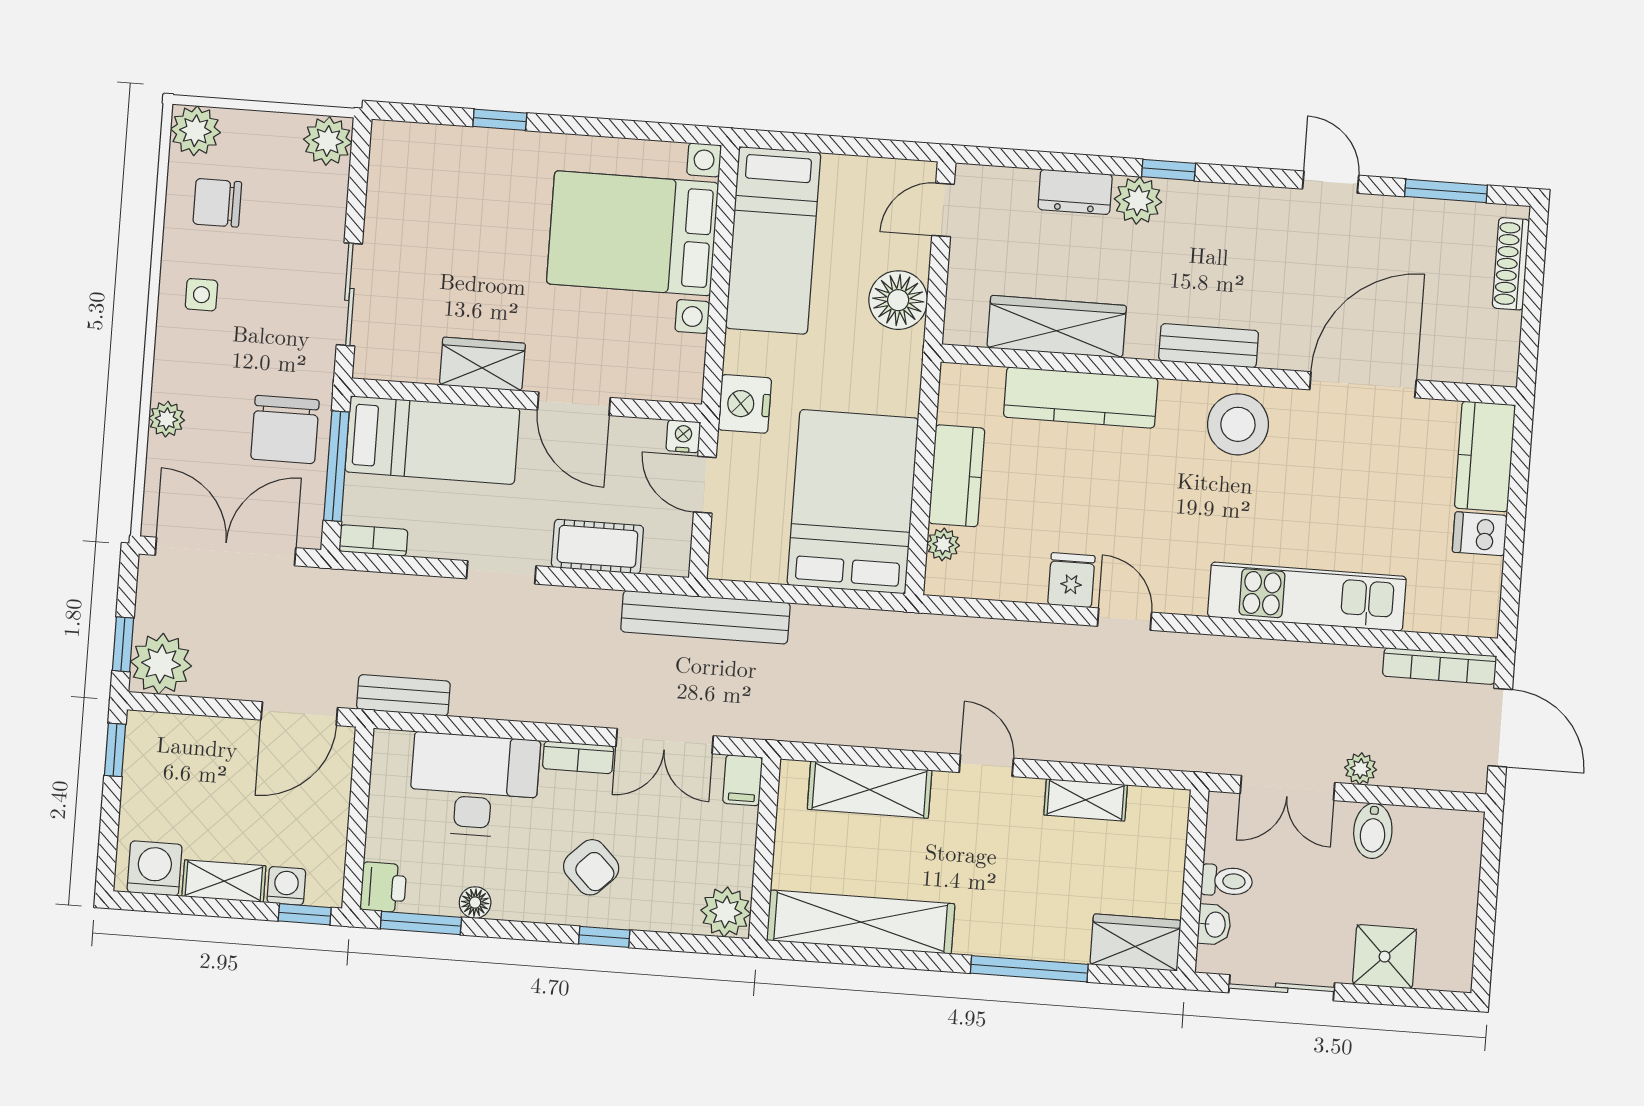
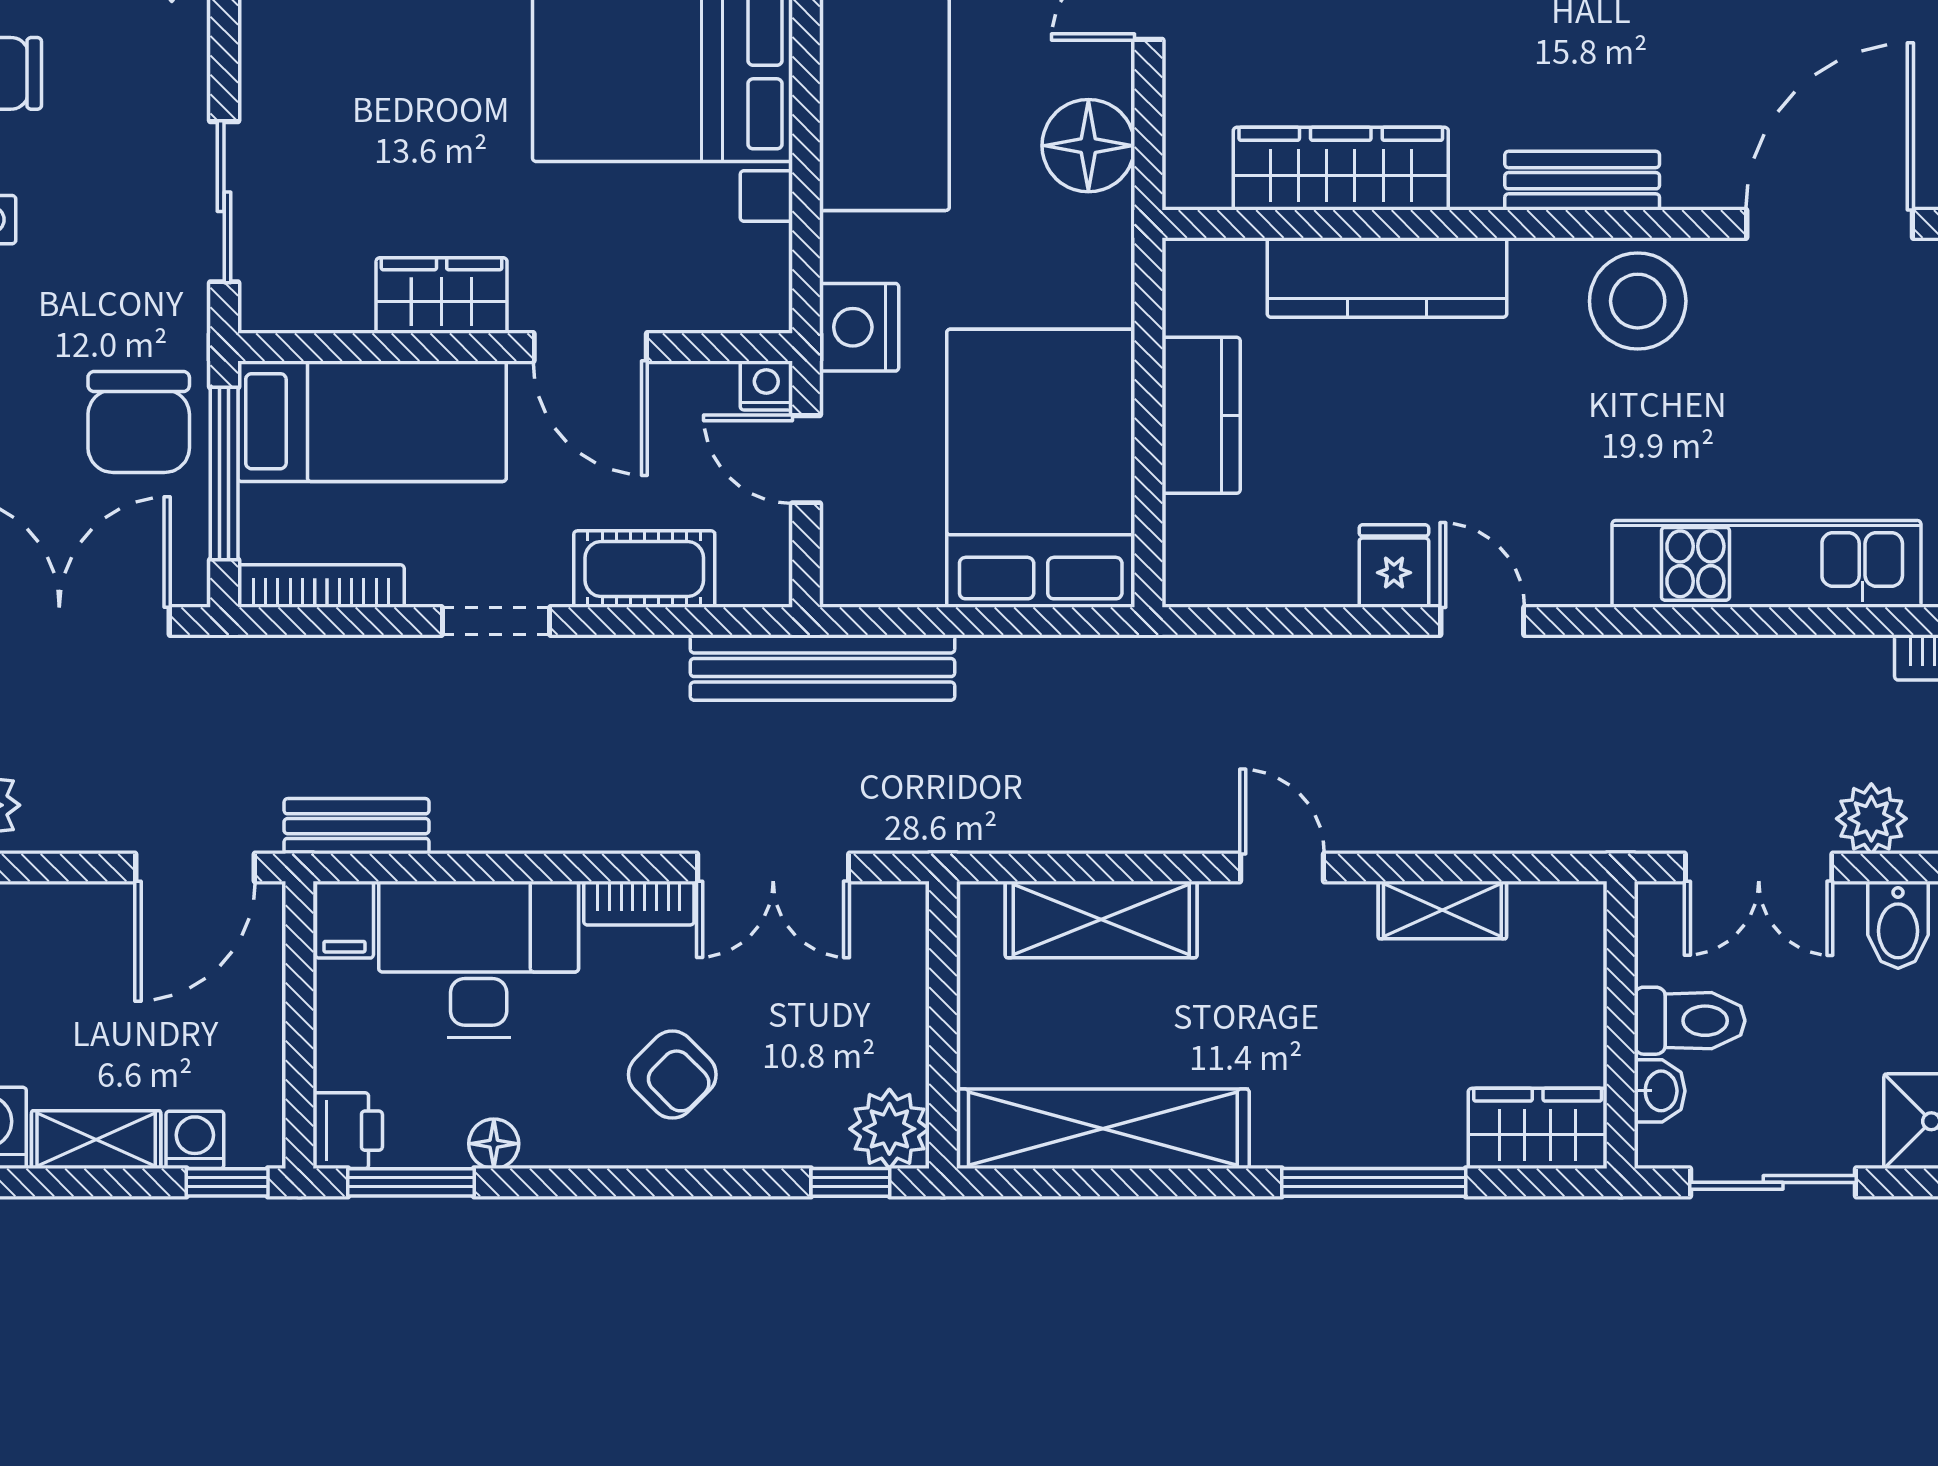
bookcase: (373, 540) -> (321, 586), width x1.56
plant: (943, 544) -> (1188, 525), removed
plant: (1361, 769) -> (1871, 819), width x1.38, depth x1.38
filing cabinet: (743, 780) -> (344, 920), moved
toilet: (1227, 881) -> (1690, 1021), width x1.37, depth x1.39
window: (604, 937) -> (850, 1182), moved

